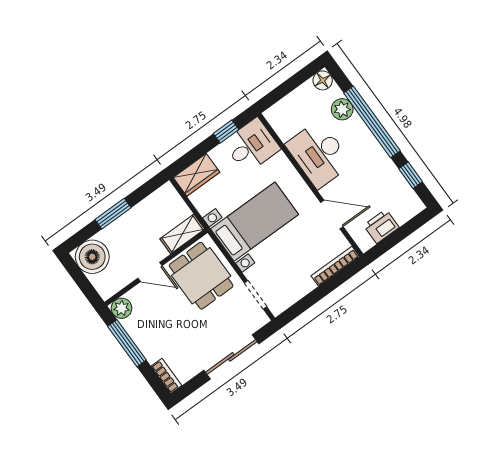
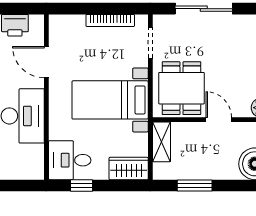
window: (113, 214) -> (195, 185), moved
shelving: (182, 234) -> (162, 142), moved, turned 90
bookcase: (335, 266) -> (110, 20), moved

